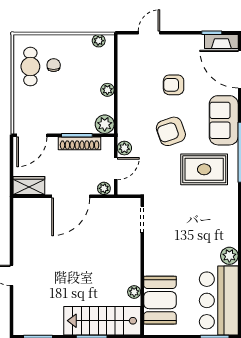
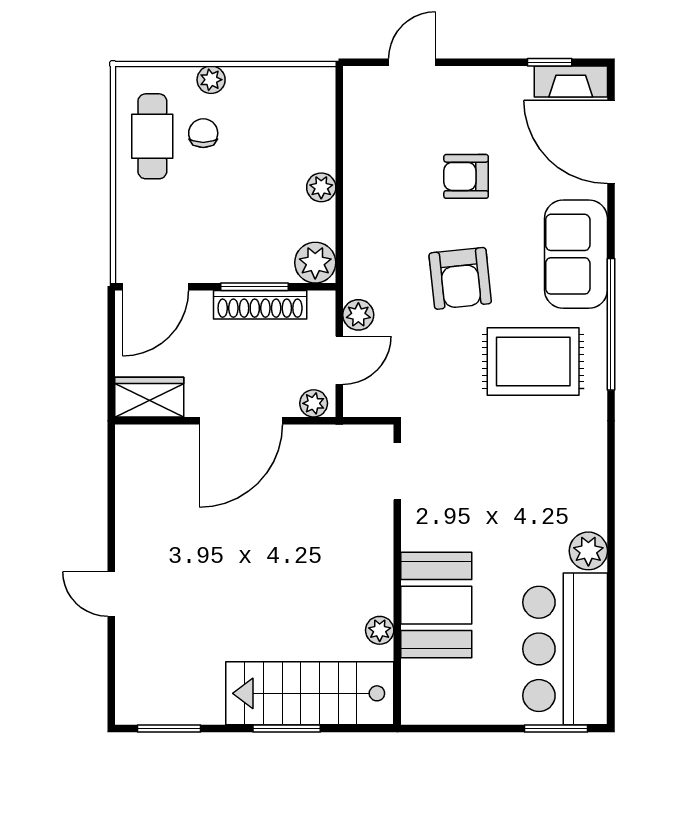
plant: (99, 41) -> (211, 80), moved
armchair: (171, 131) -> (460, 278), turned -77
booth: (160, 300) -> (436, 605), moved

